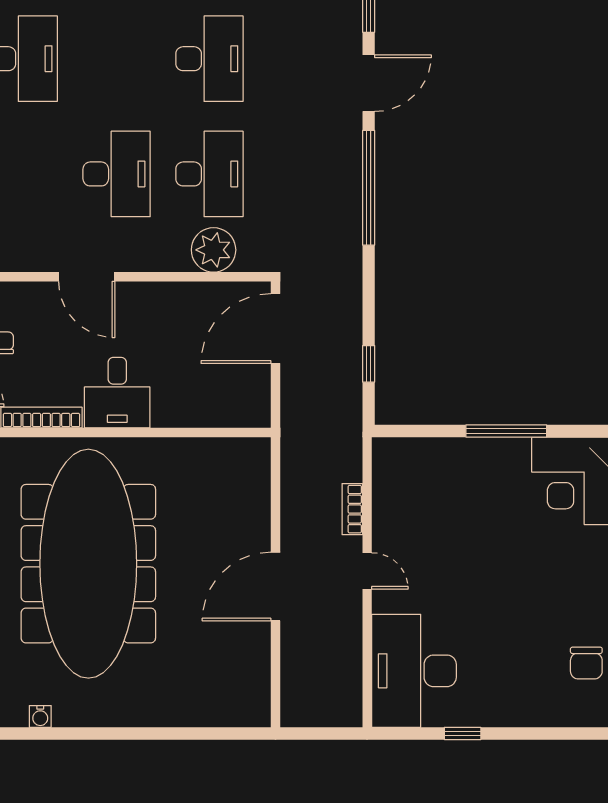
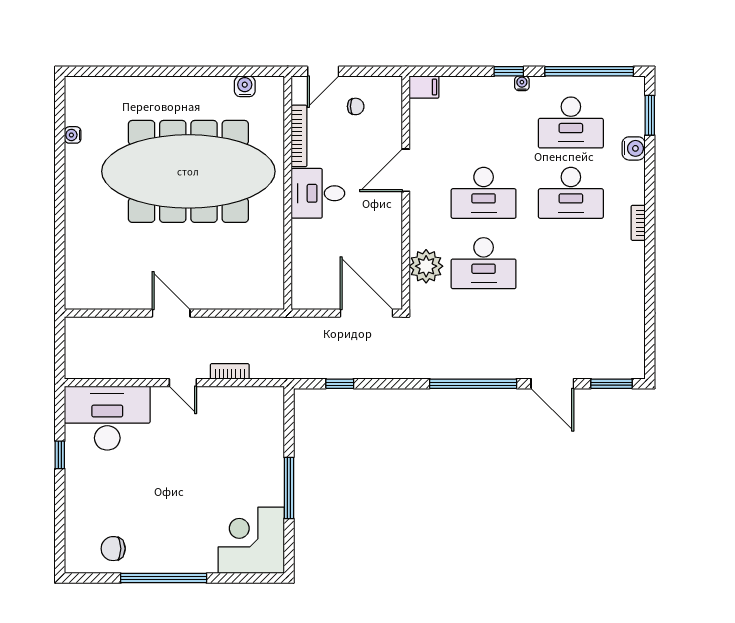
desk: (209, 59) -> (571, 193), moved
door: (367, 571) -> (183, 383), hinge flipped
door: (275, 587) -> (171, 313), width x0.73

